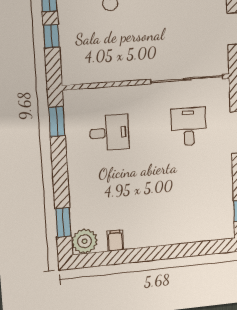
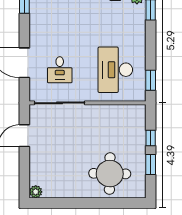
desk: (109, 133) -> (115, 70), width x1.87, depth x1.30

